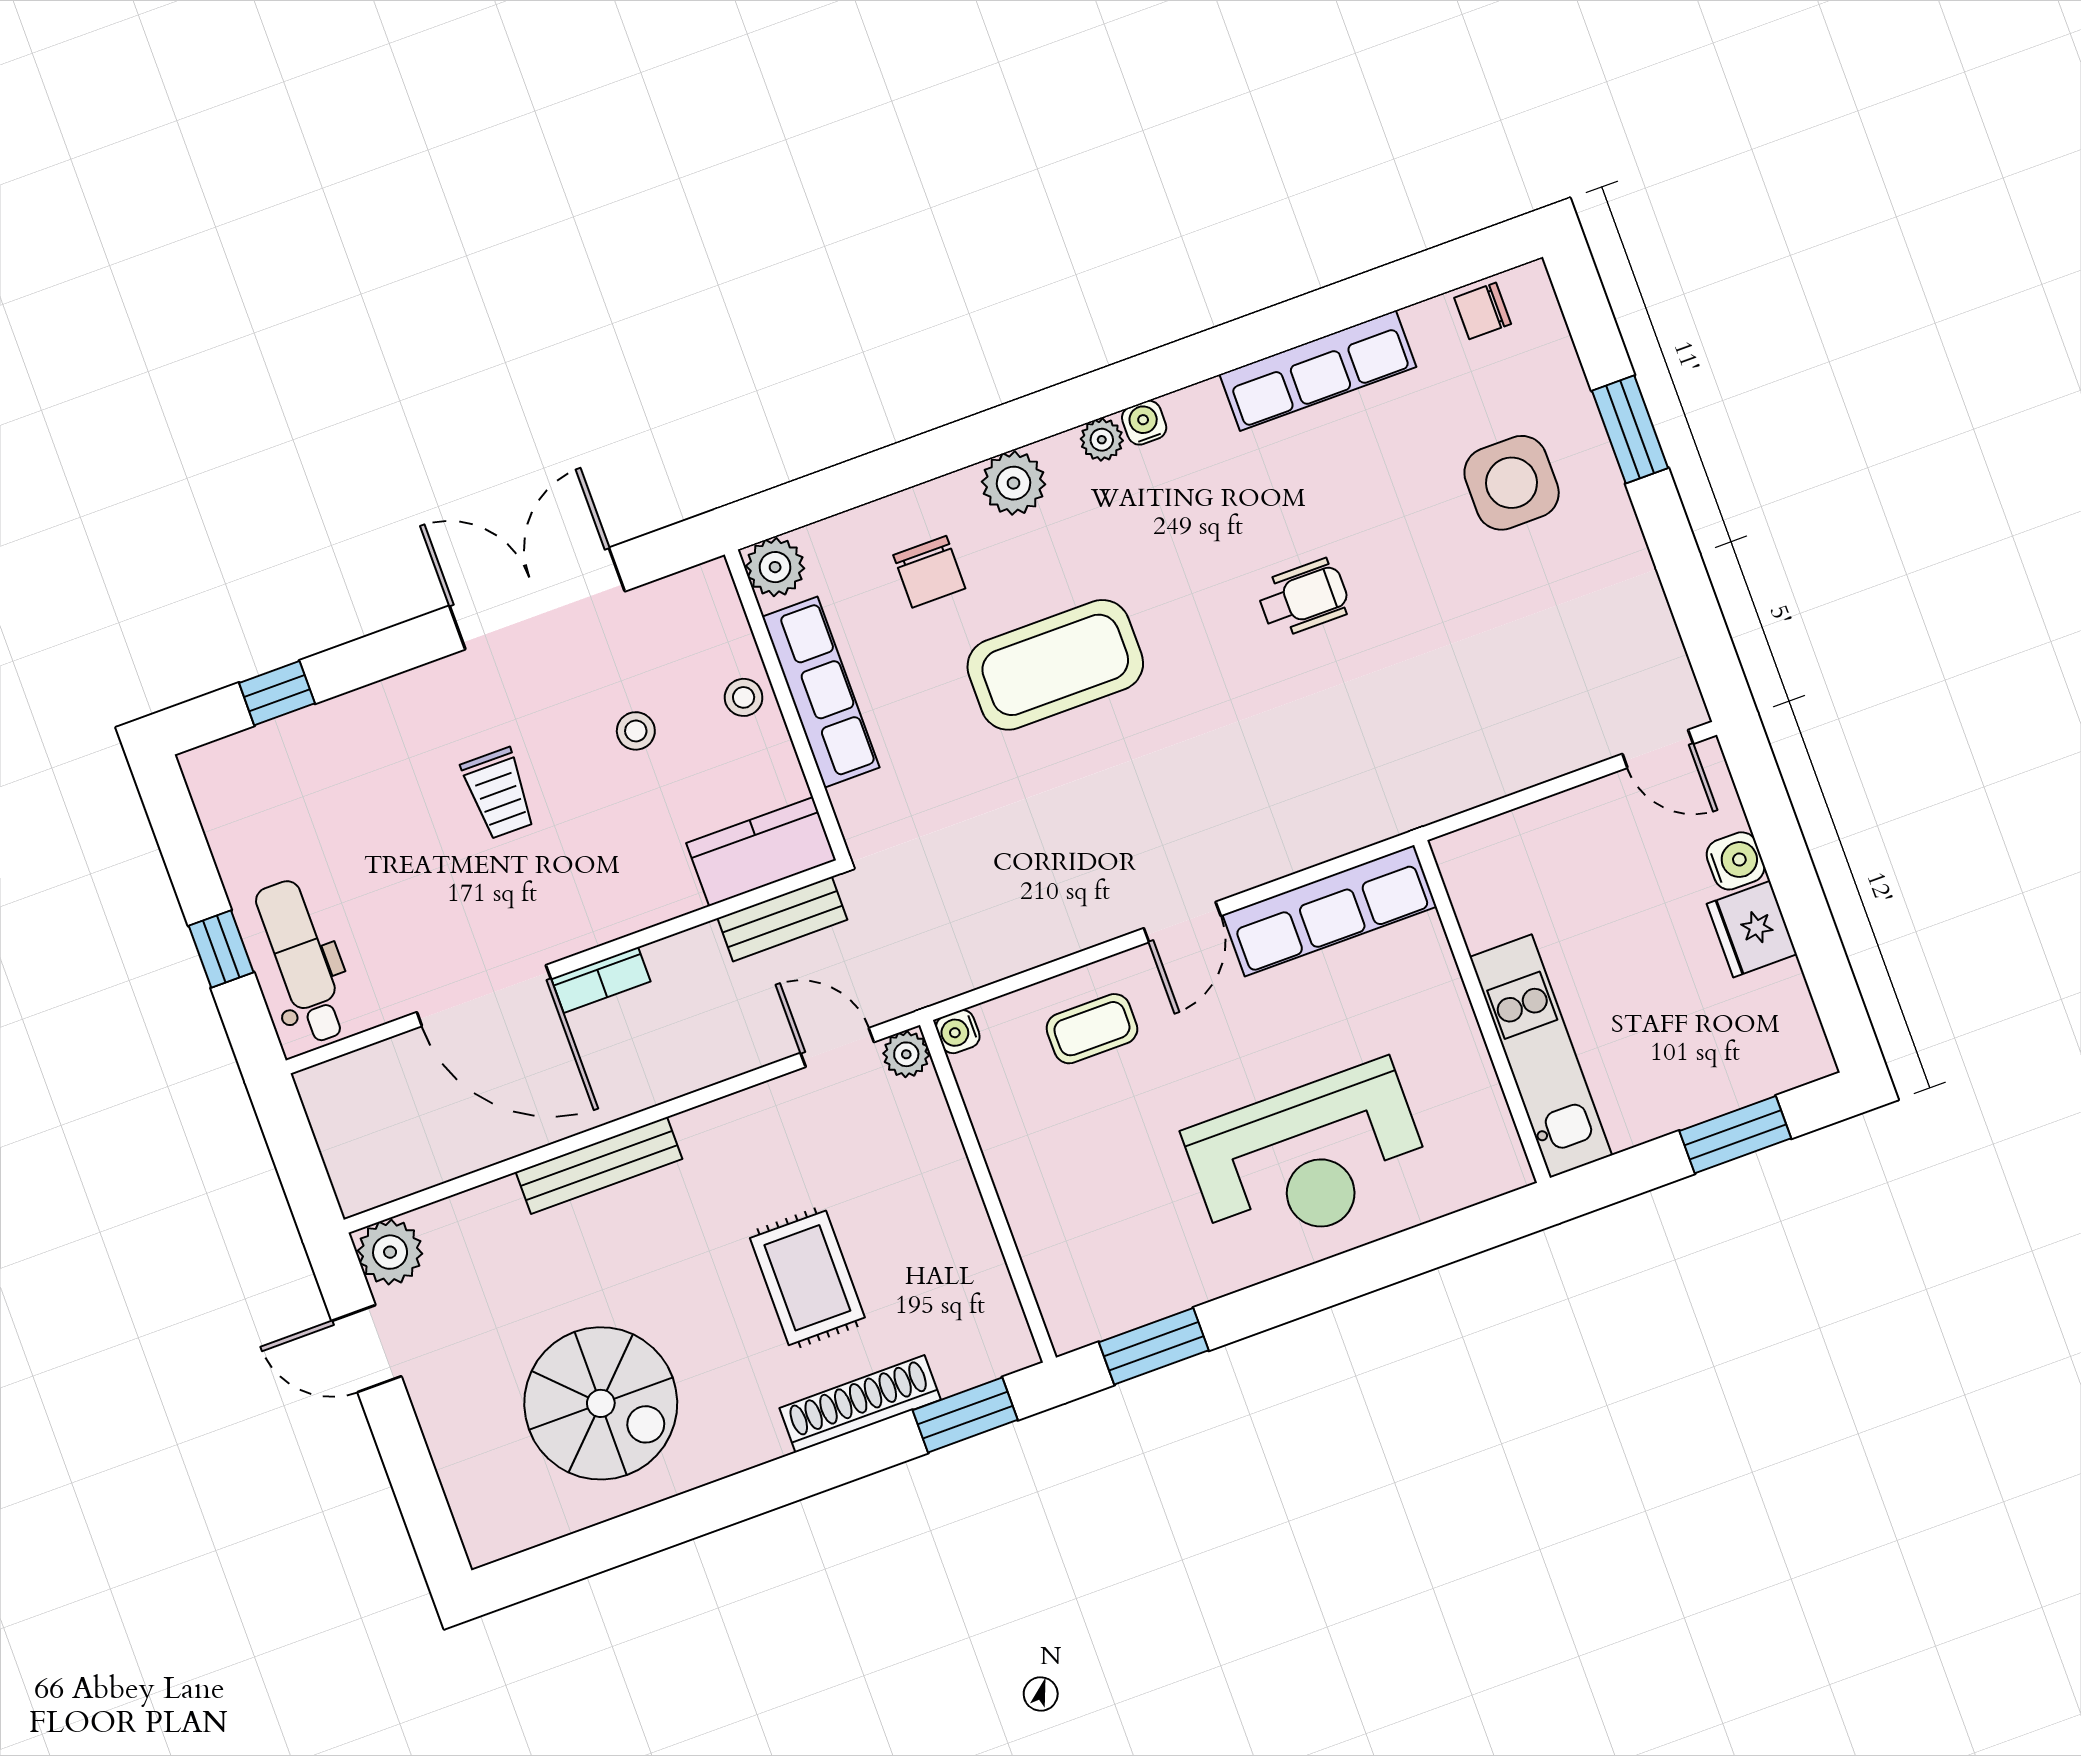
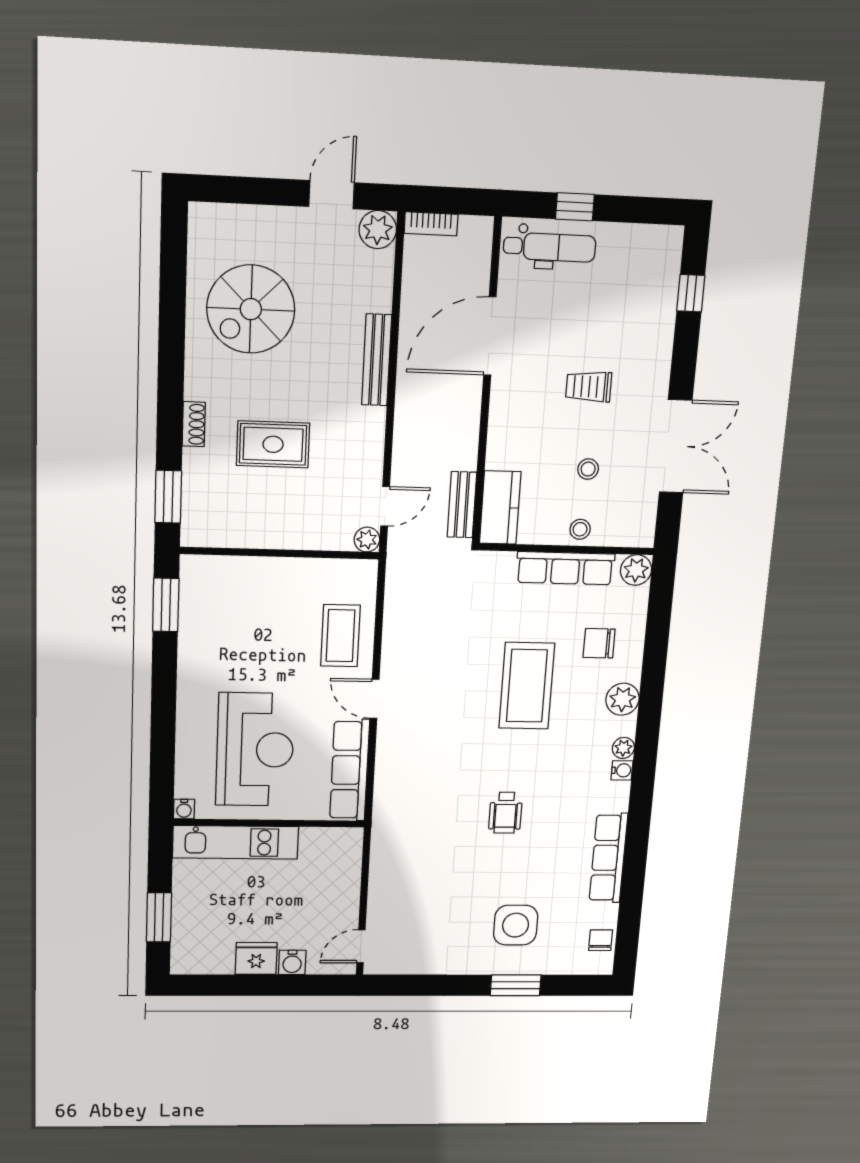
bookcase: (601, 980) -> (431, 224), moved, turned -90
coffee table: (1092, 1029) -> (340, 636), width x1.36, depth x1.30
water cooler: (958, 1032) -> (184, 809), moved, turned 180
reception desk: (1308, 1159) -> (255, 750), moved, turned 180
shoe rack: (860, 1404) -> (194, 424), width x0.51, depth x0.81

